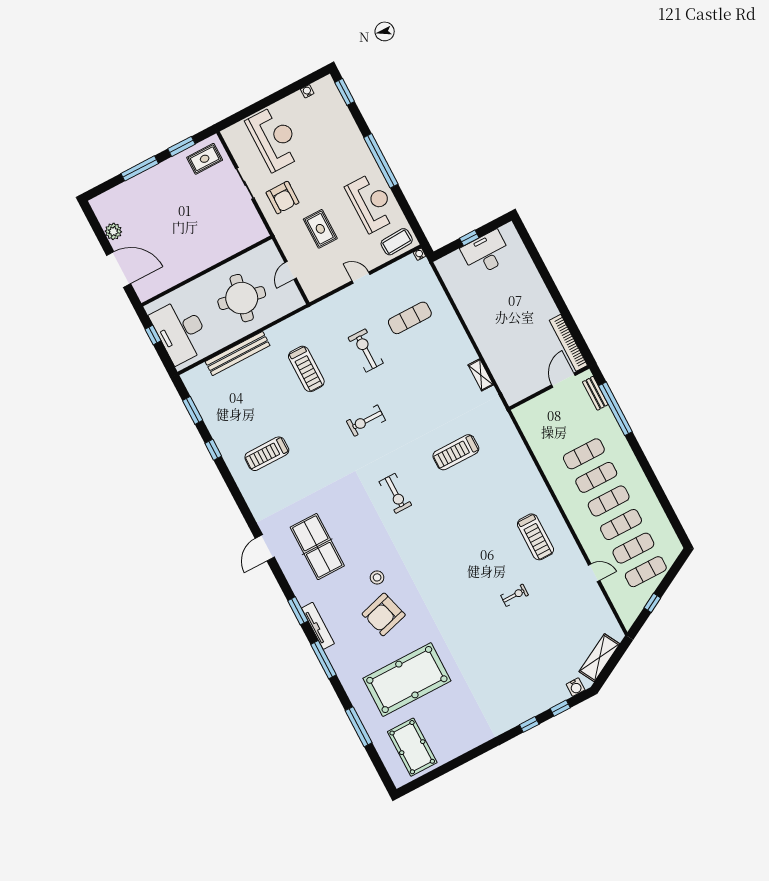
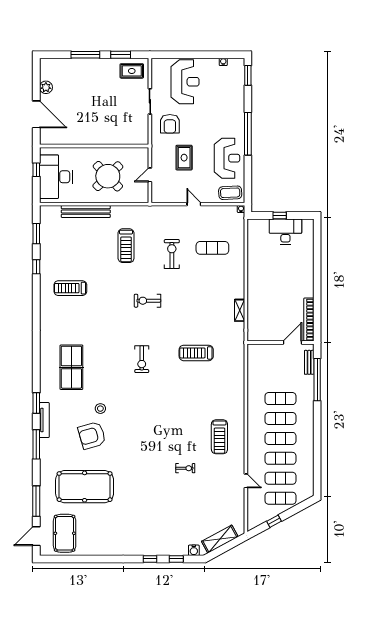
round table: (242, 298) -> (108, 176), turned 35
door: (265, 548) -> (36, 536), moved

